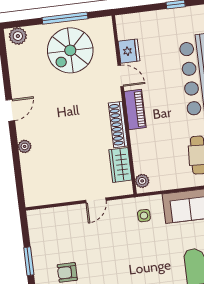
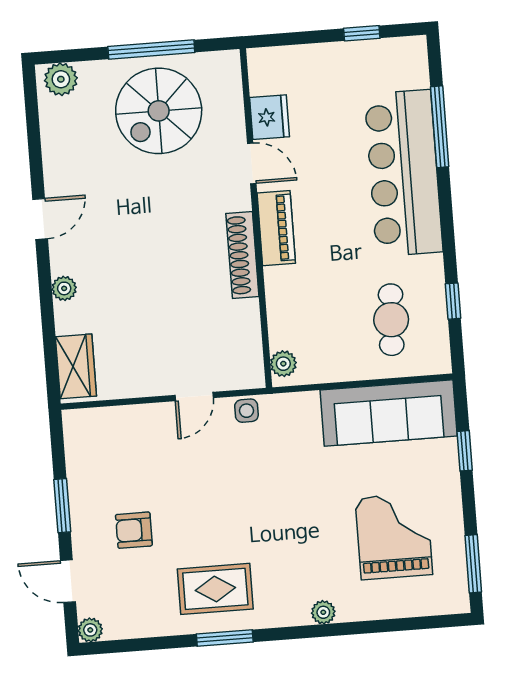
wardrobe: (120, 165) -> (76, 366), moved, turned 180
side table: (144, 216) -> (246, 411), moved

